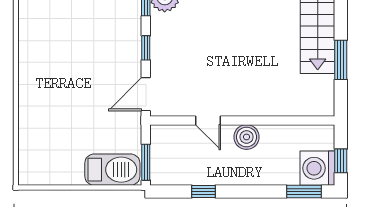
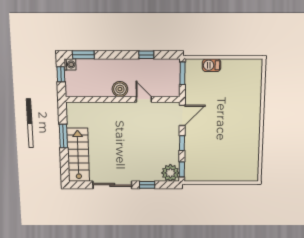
washing machine: (317, 168) -> (70, 64), width x0.53, depth x0.53
barbecue: (112, 170) -> (212, 65), width x0.53, depth x0.65

